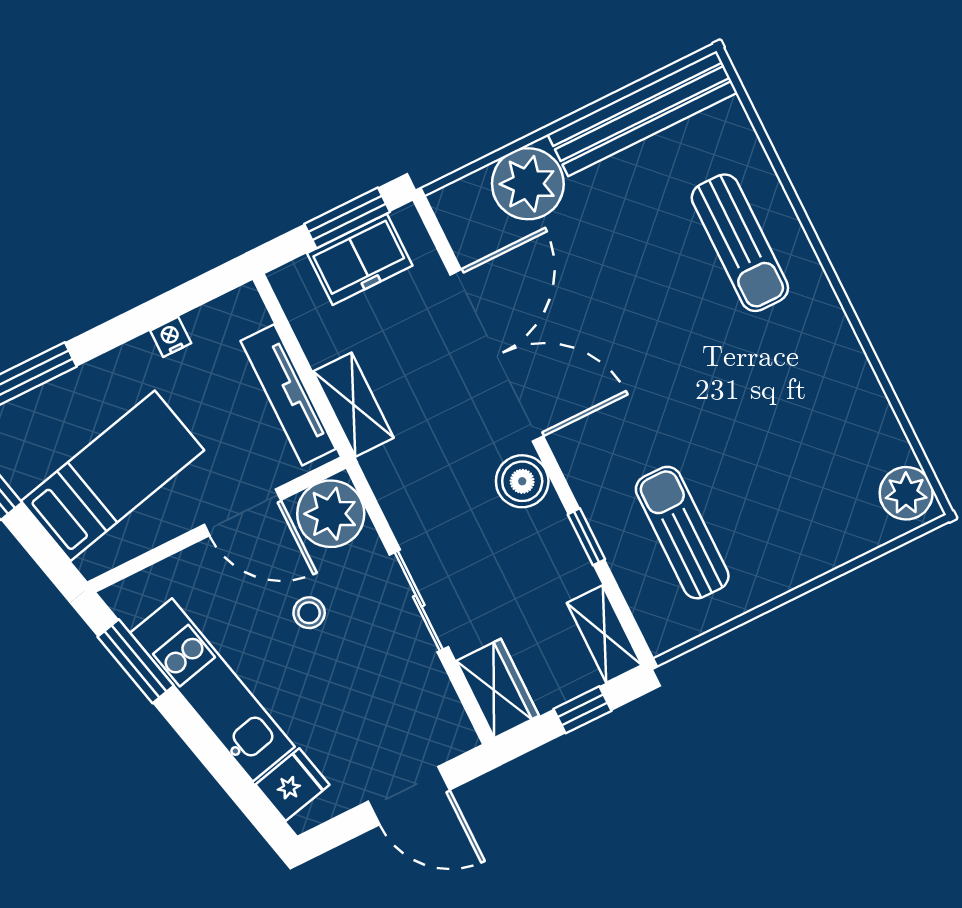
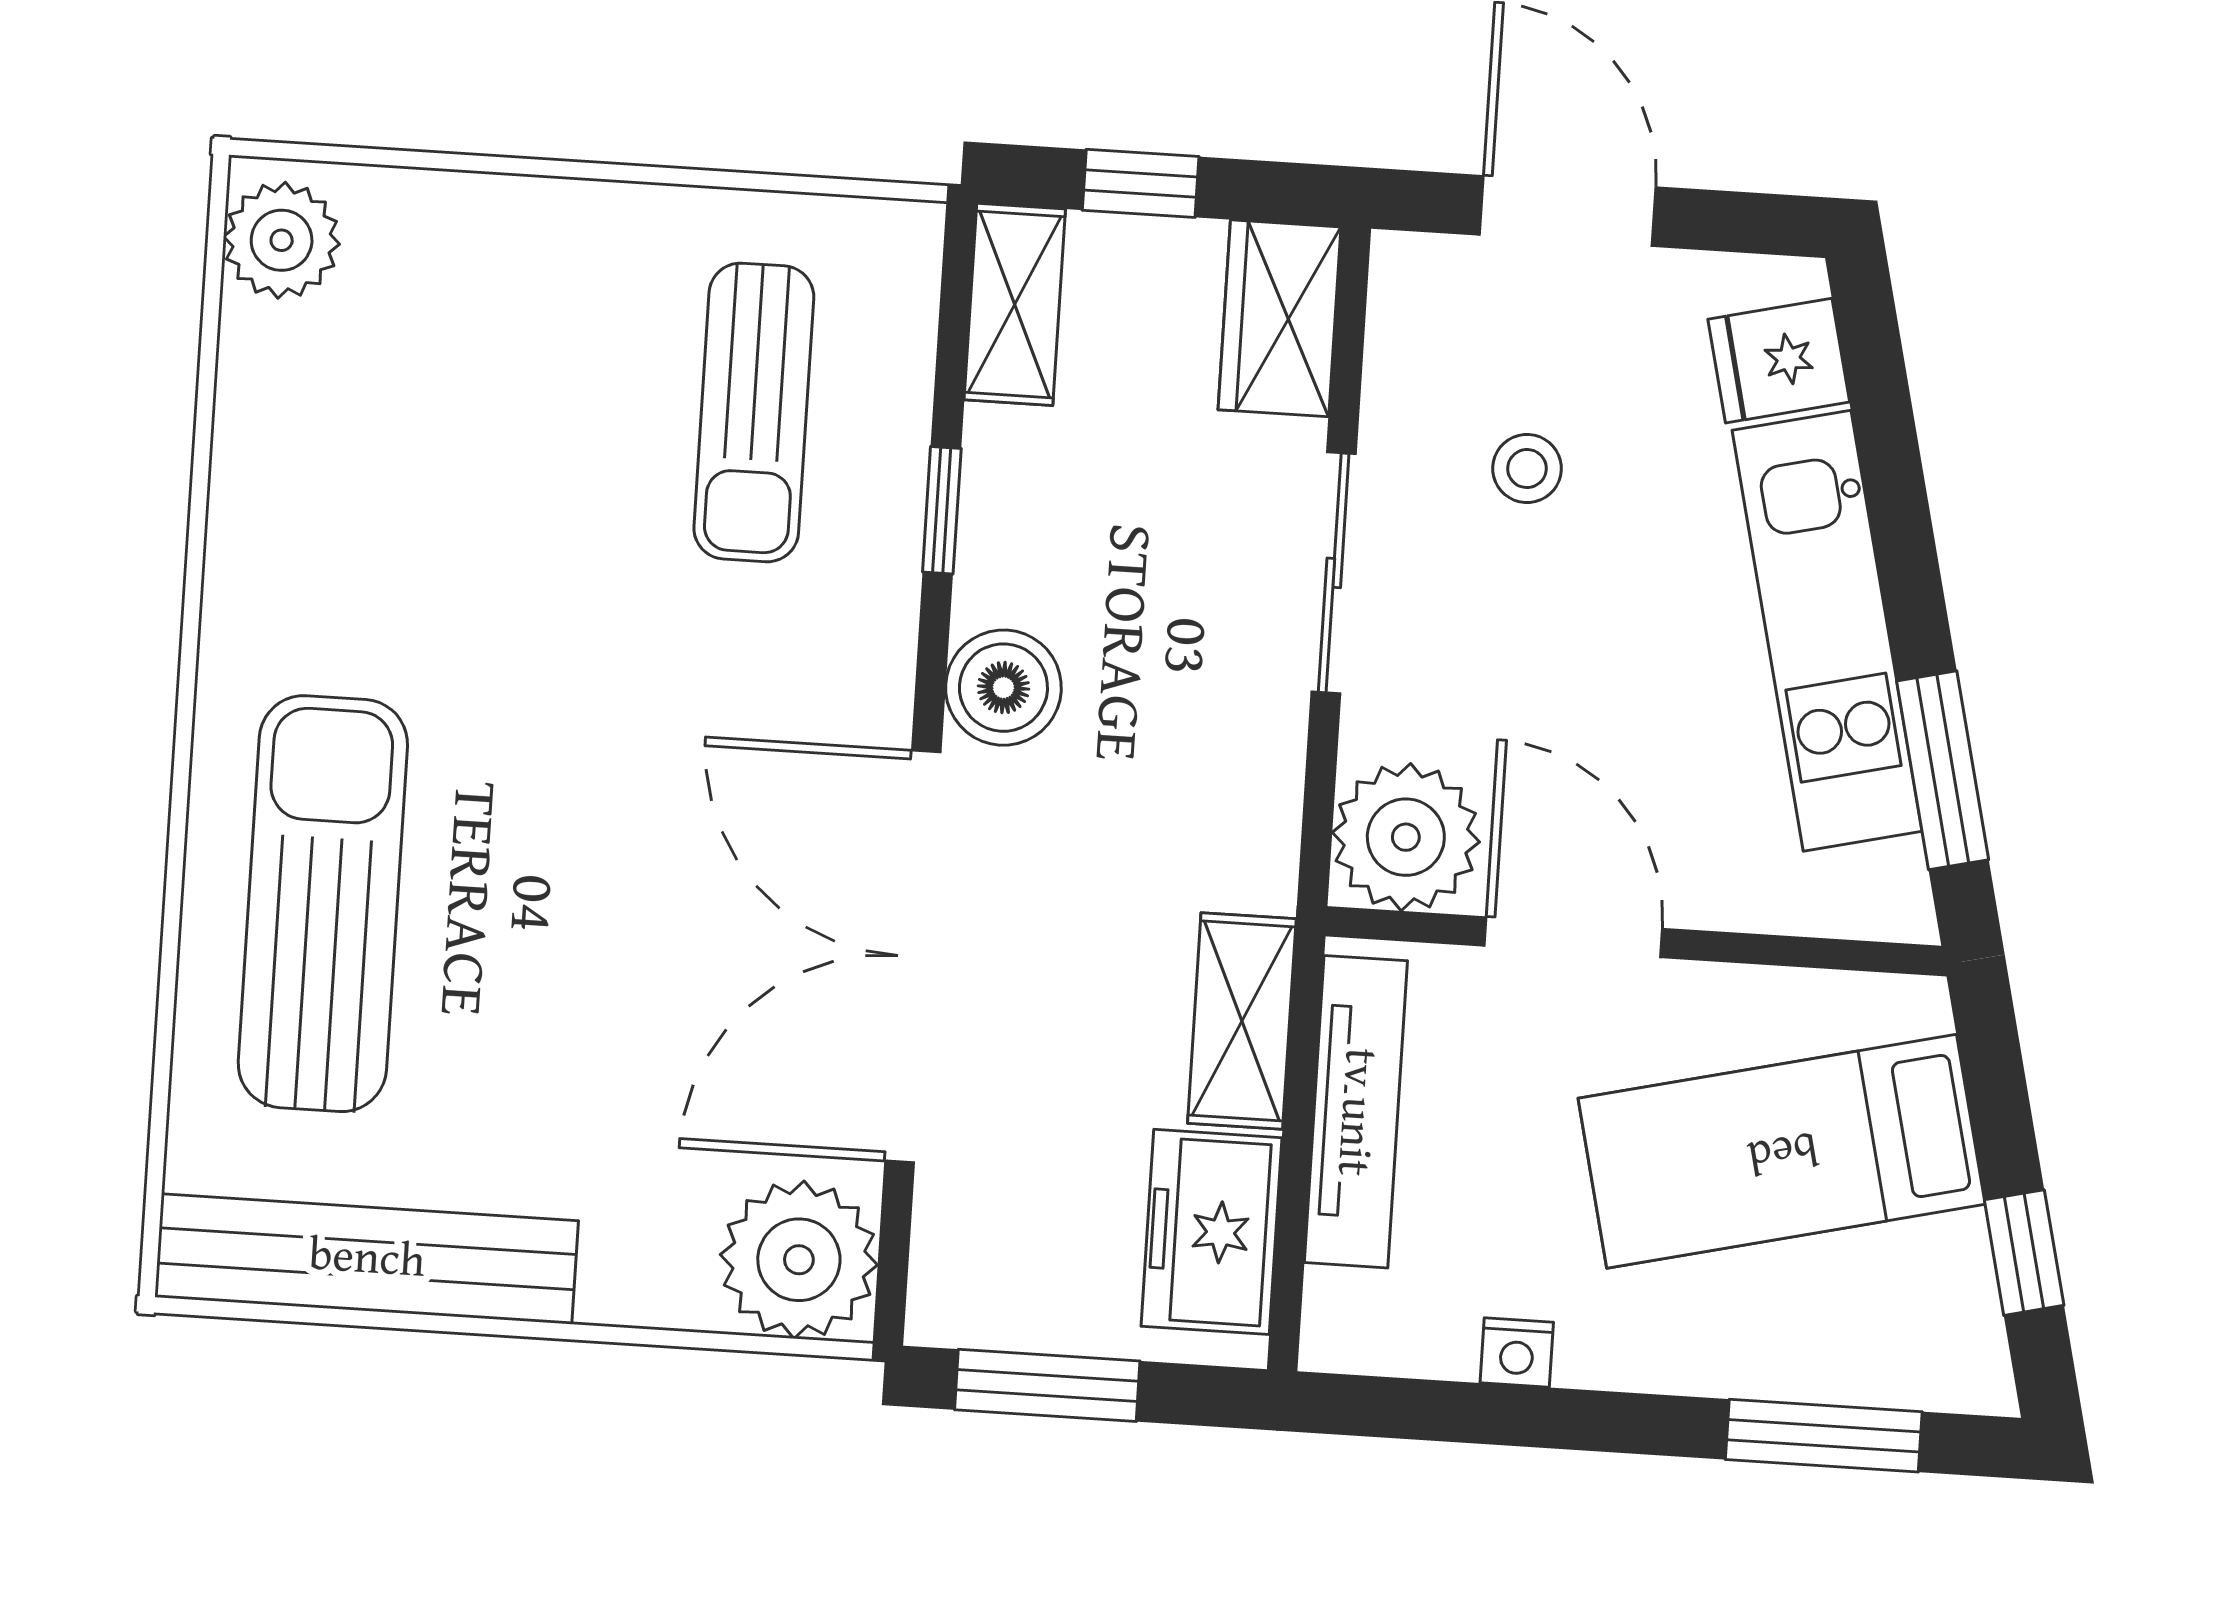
plant: (528, 184) -> (799, 1260), moved
sun lounger: (740, 243) -> (323, 904), width x1.36, depth x1.34
freezer: (360, 259) -> (1211, 1232), moved, turned -90
stool: (309, 613) -> (1527, 469), moved

